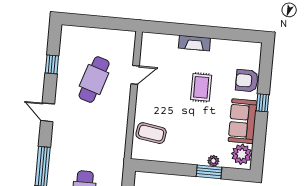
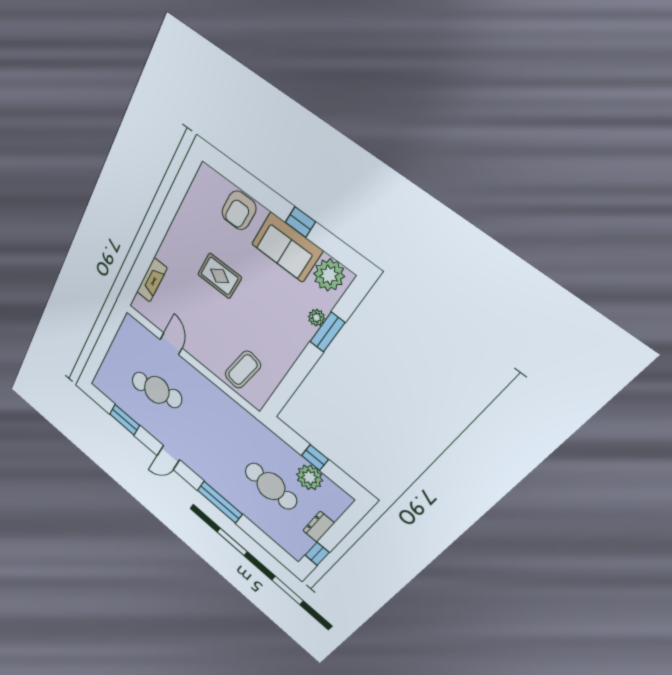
fireplace: (194, 43) -> (152, 280), moved
window: (52, 64) -> (125, 420), width x1.50
cafe table: (94, 80) -> (157, 390), turned -33
window: (262, 103) -> (300, 222), moved

